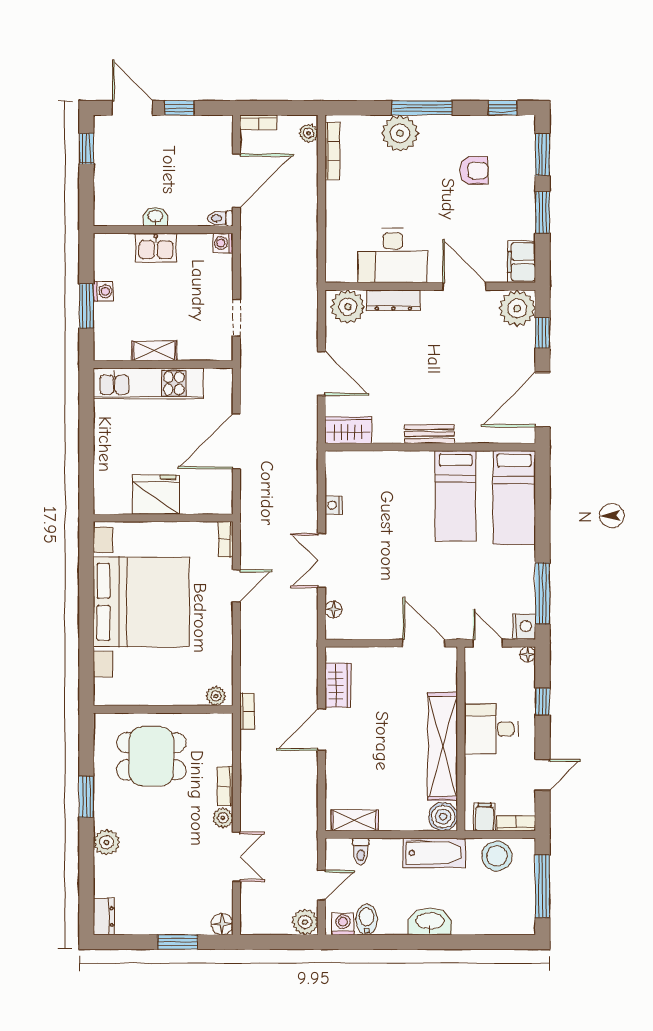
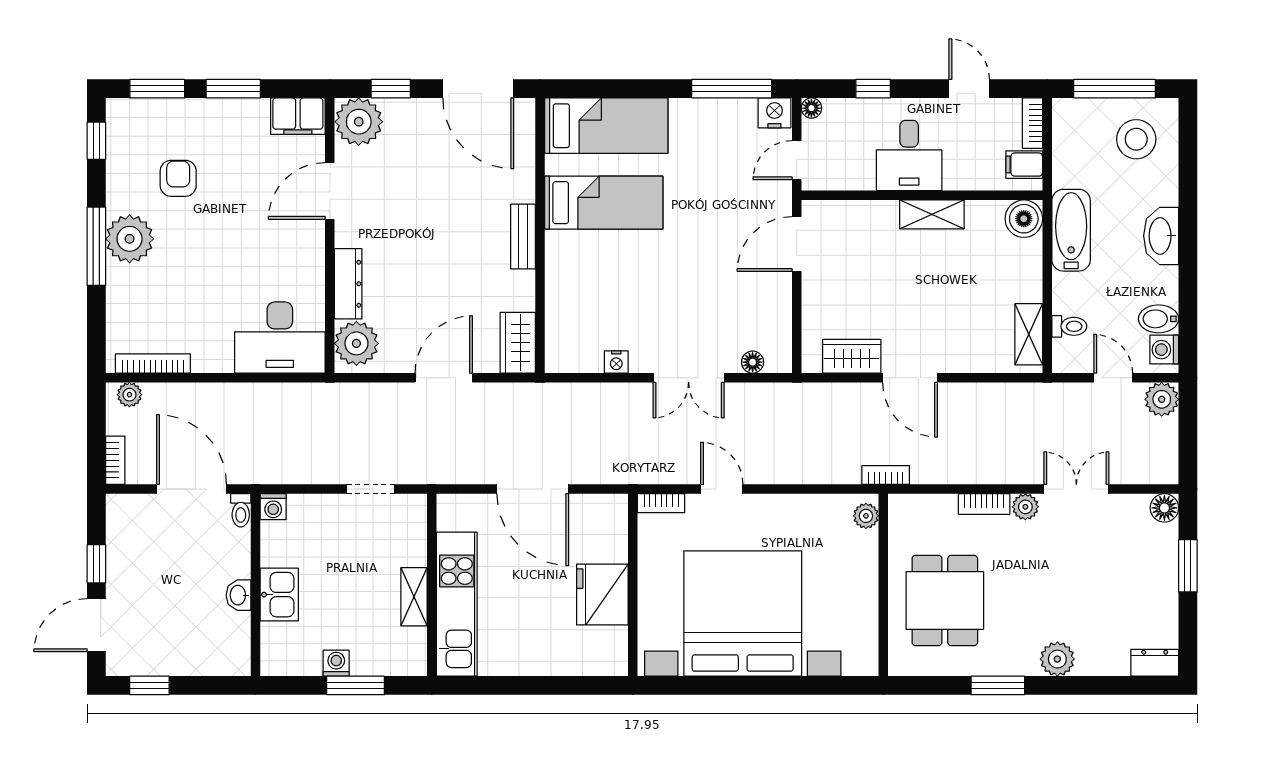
plant: (400, 133) -> (130, 239), moved
desk: (393, 256) -> (280, 338), moved, turned 90
shelving: (443, 746) -> (932, 214), width x0.45, depth x0.75
stool: (497, 856) -> (1136, 139), moved

